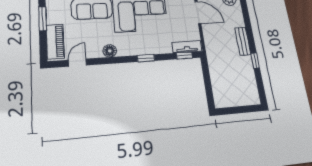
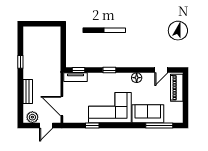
window: (42, 19) -> (186, 107), removed
bench: (243, 41) -> (28, 92), moved

